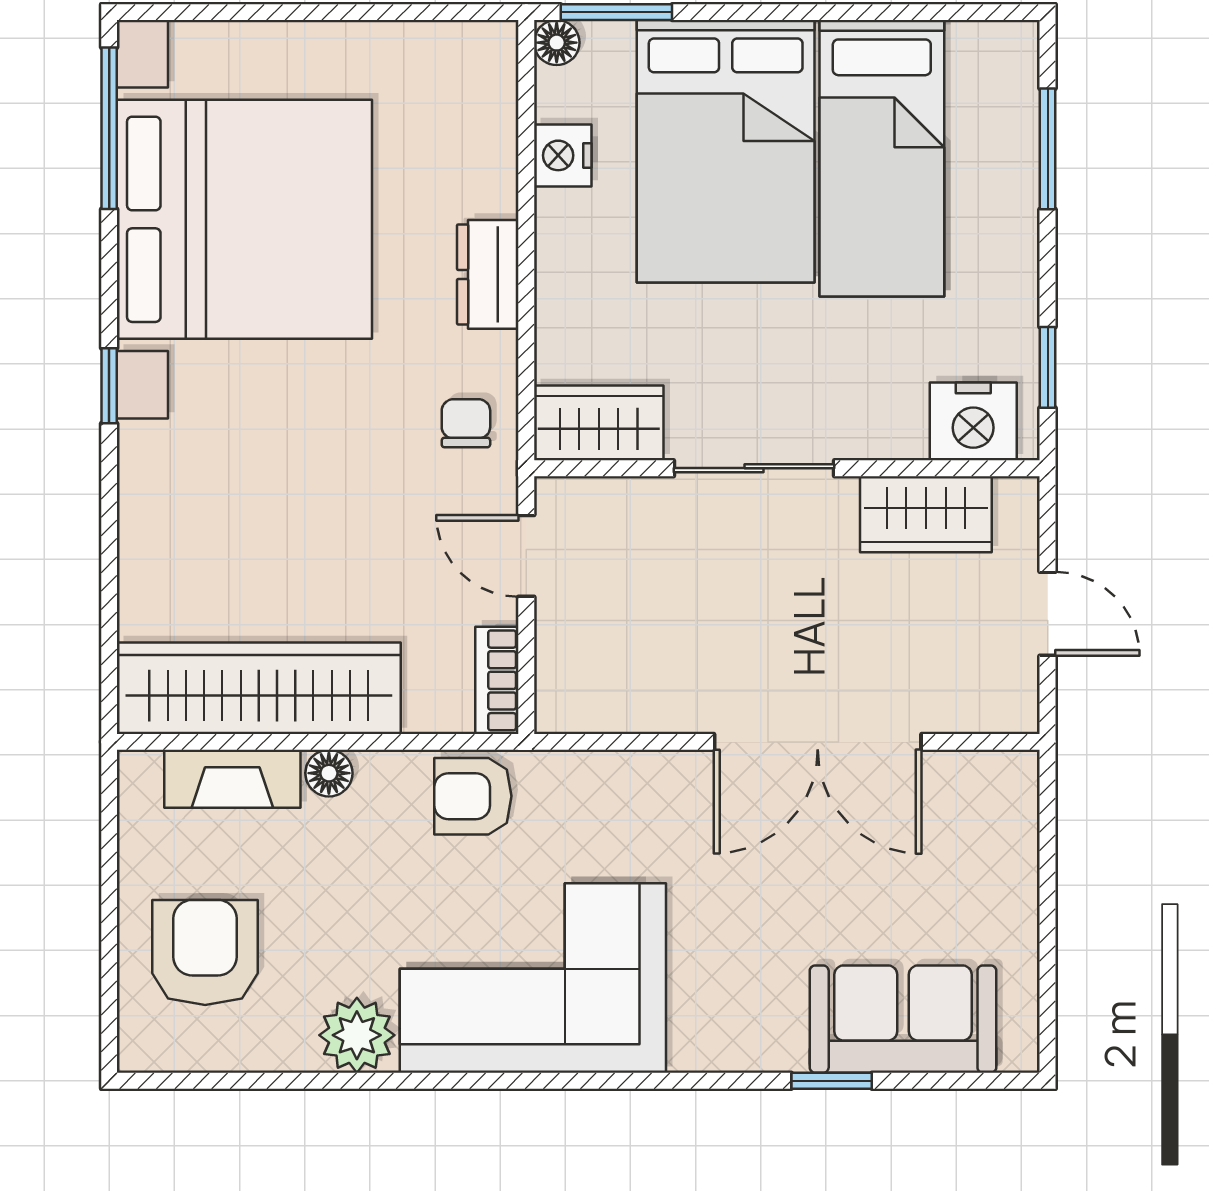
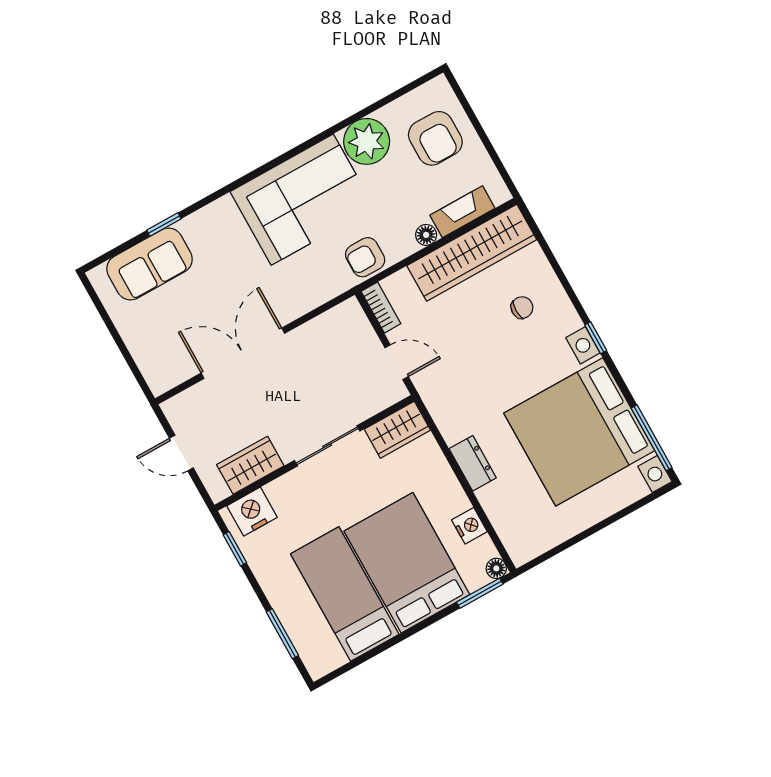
chair: (466, 423) -> (522, 308), moved, turned -90
armchair: (473, 796) -> (365, 257), turned 180
plant: (357, 1035) -> (367, 141), width x1.36, depth x1.36

